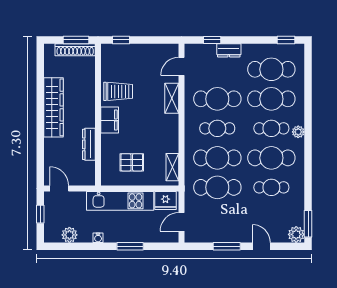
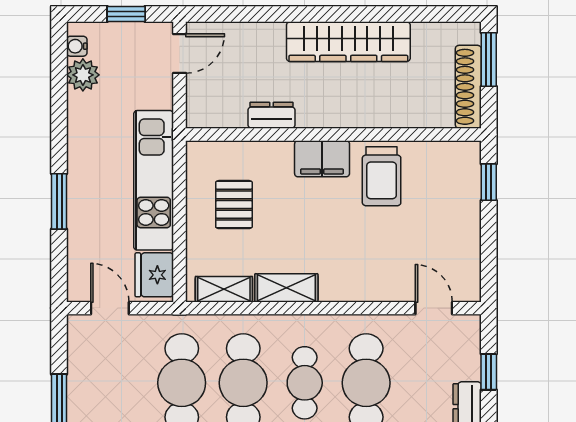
window: (76, 40) -> (489, 60), moved
shelving: (172, 98) -> (286, 288), moved
dresser: (89, 144) -> (271, 115), width x0.70
water cooler: (98, 238) -> (77, 46), moved

